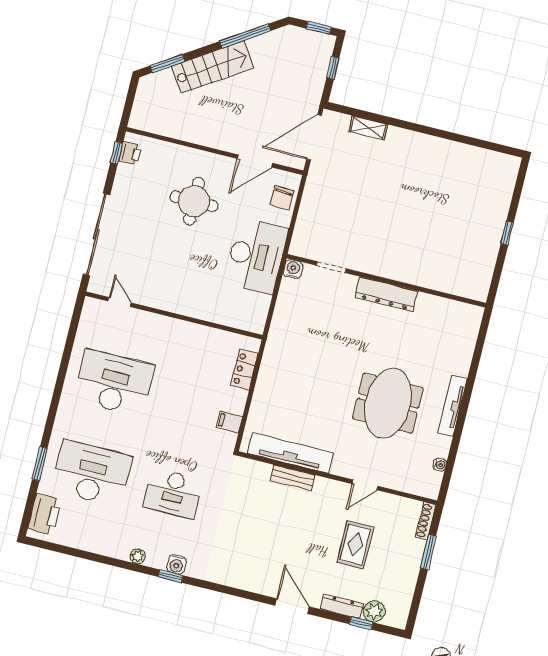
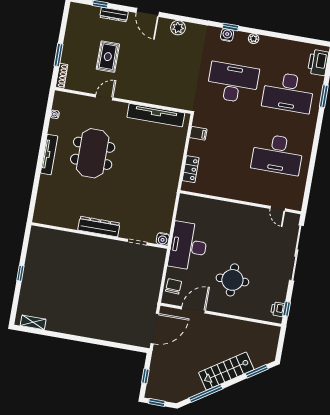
shelving: (368, 128) -> (33, 322), moved
bench: (293, 478) -> (153, 99), removed
desk: (173, 493) -> (233, 83), width x1.36, depth x1.30
plant: (374, 611) -> (178, 28), moved

